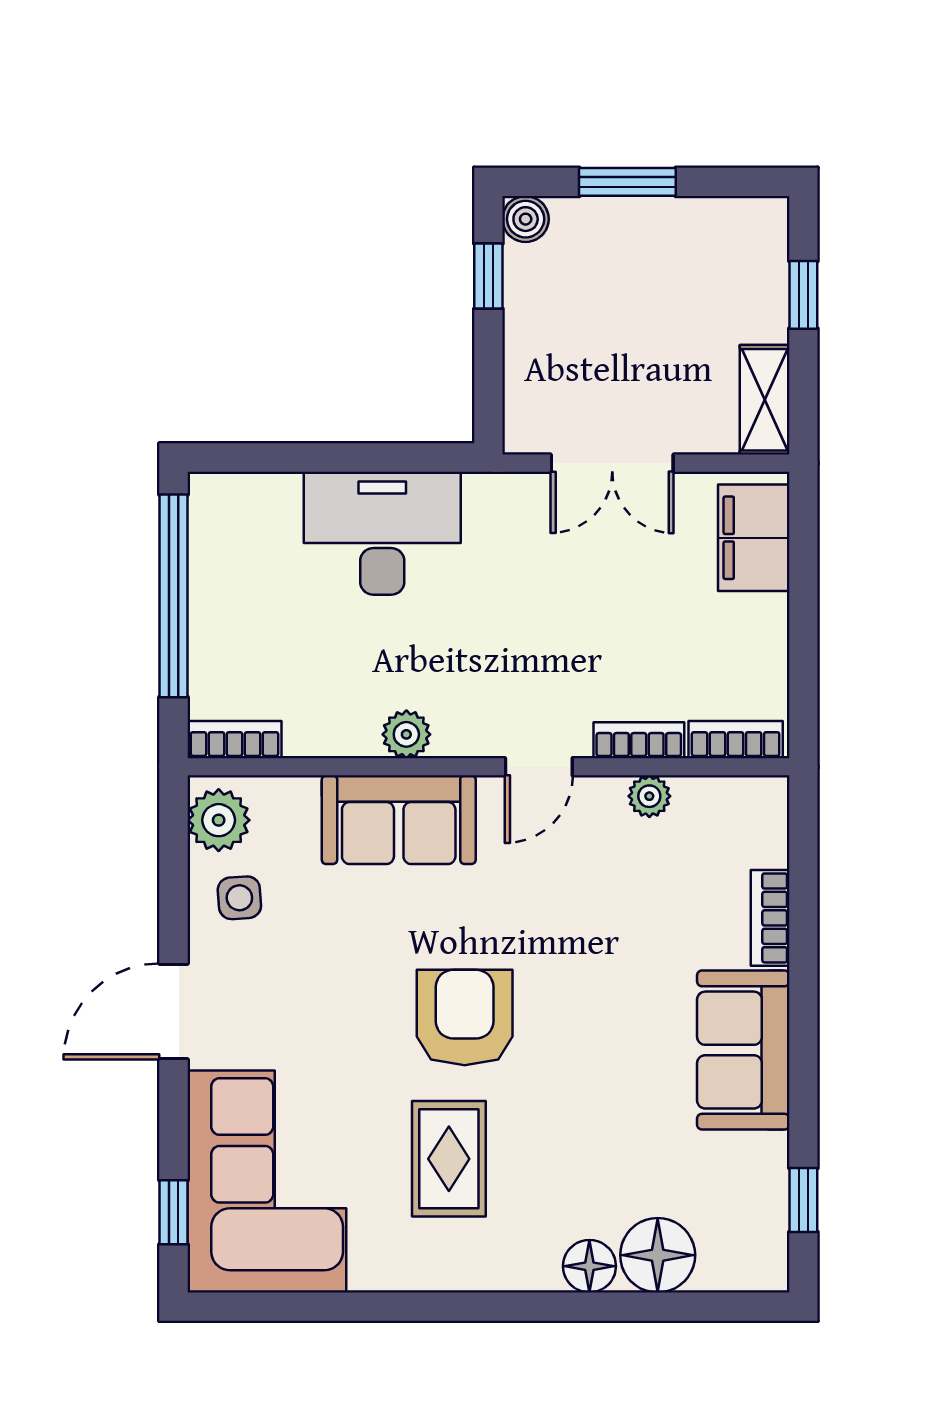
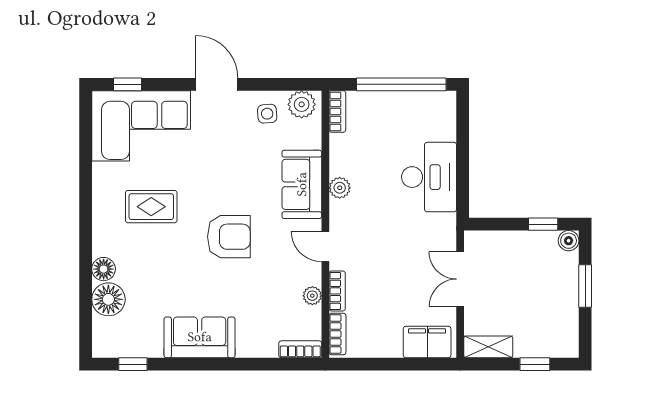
bookcase: (770, 918) -> (300, 349), moved
armchair: (465, 1018) -> (229, 237), moved

